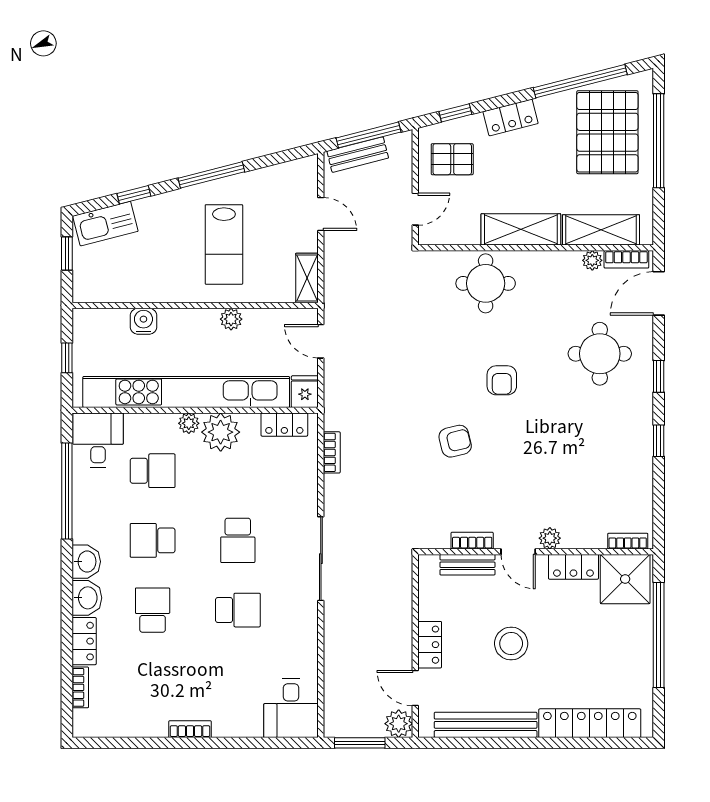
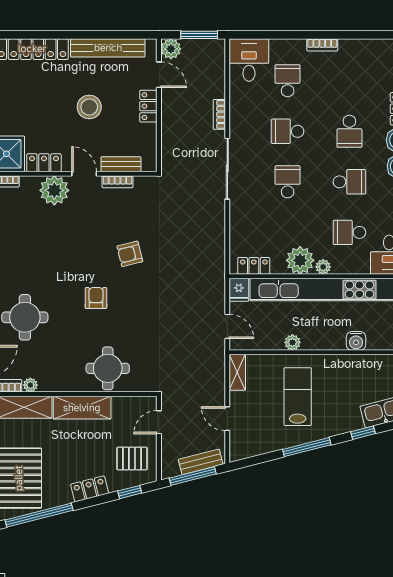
bookcase: (332, 452) -> (219, 114), moved
plant: (550, 538) -> (54, 190), width x1.88, depth x1.88
school desk: (238, 680) -> (288, 81), added

